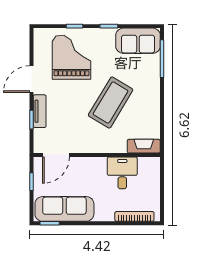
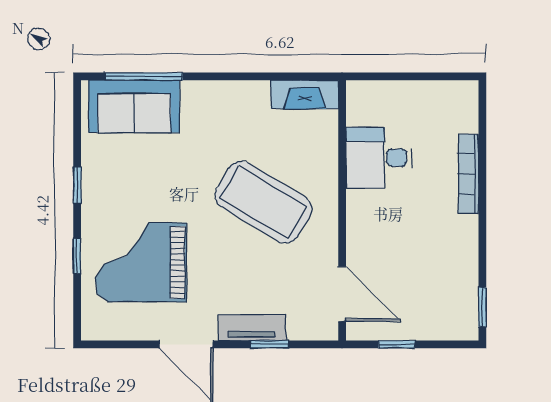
sofa: (138, 41) -> (134, 106), moved, turned 90
coffee table: (111, 103) -> (263, 202), moved
fireplace: (144, 146) -> (305, 94), moved, turned -90
sofa: (64, 209) -> (453, 277), removed
bookcase: (134, 216) -> (468, 174), moved

